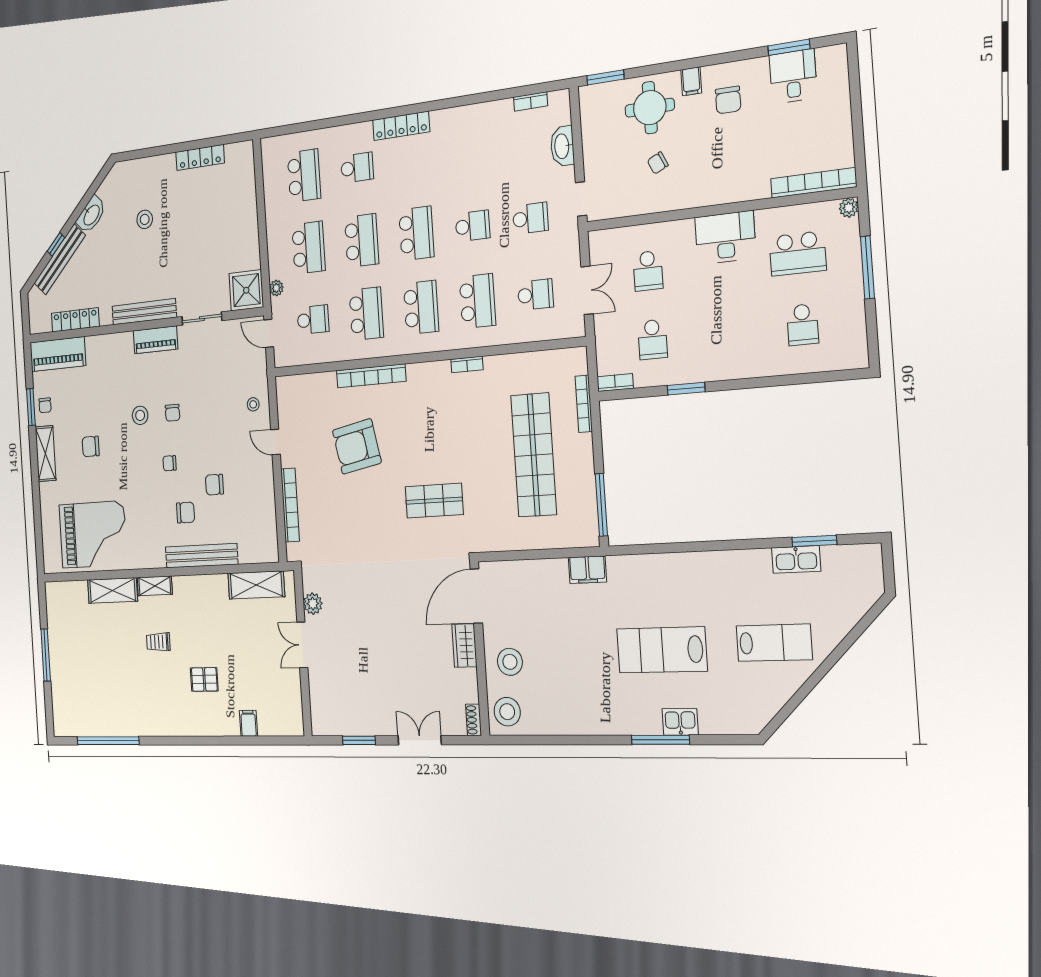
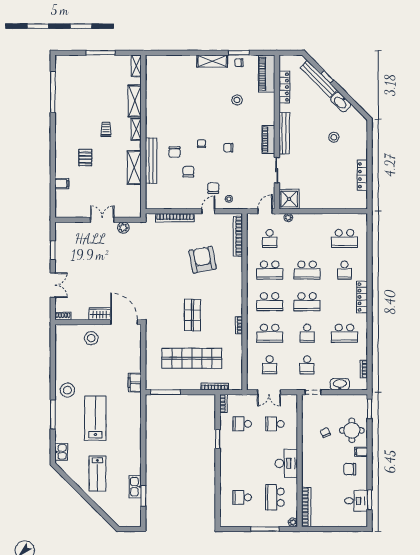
school desk: (309, 248) -> (344, 333), moved
bookcase: (371, 376) -> (238, 236), moved
stool: (140, 415) -> (237, 100), moved
chair: (91, 446) -> (213, 188), moved
shop shelf: (434, 501) -> (193, 315), moved
grand piano: (93, 535) -> (166, 90), removed
shelving: (256, 585) -> (134, 167), moved
shelving: (61, 590) -> (136, 66), added
stool: (507, 712) -> (67, 390), moved
kitchen sink: (680, 722) -> (61, 452), moved

